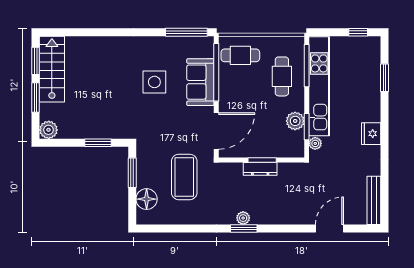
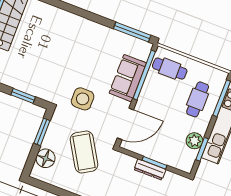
side table: (154, 82) -> (83, 99), moved
plant: (315, 143) -> (204, 166), removed
coffee table: (184, 177) -> (84, 152), turned -31

